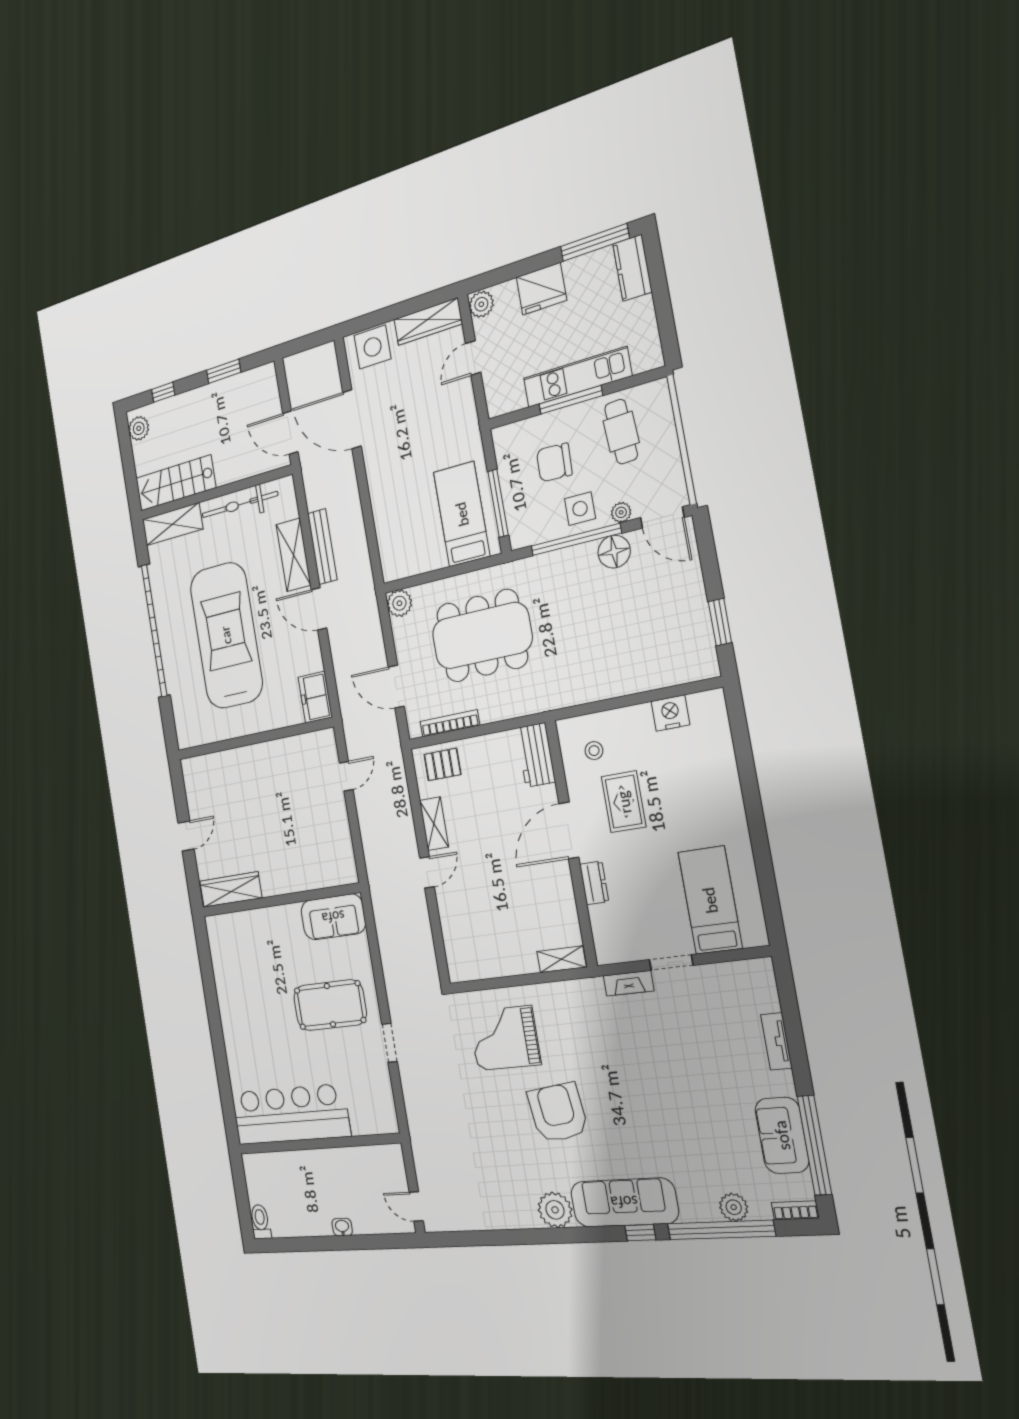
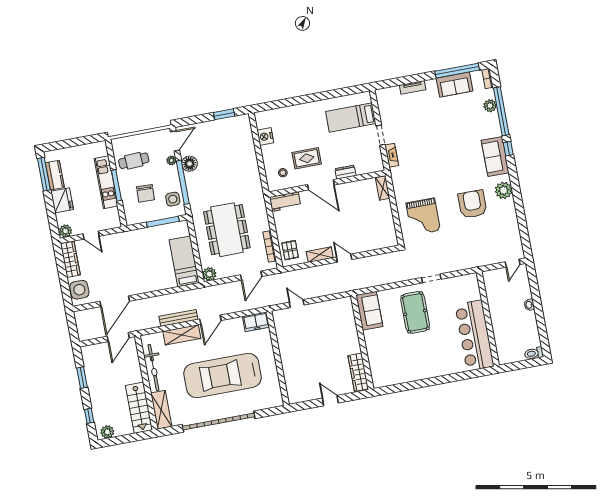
kitchen counter: (632, 268) -> (55, 175), moved, turned -90
side table: (580, 509) -> (173, 199), moved
bed: (462, 514) -> (184, 261), moved, turned 90
armchair: (558, 1113) -> (472, 204), moved, turned 97
sofa: (624, 1202) -> (495, 156), width x0.73

